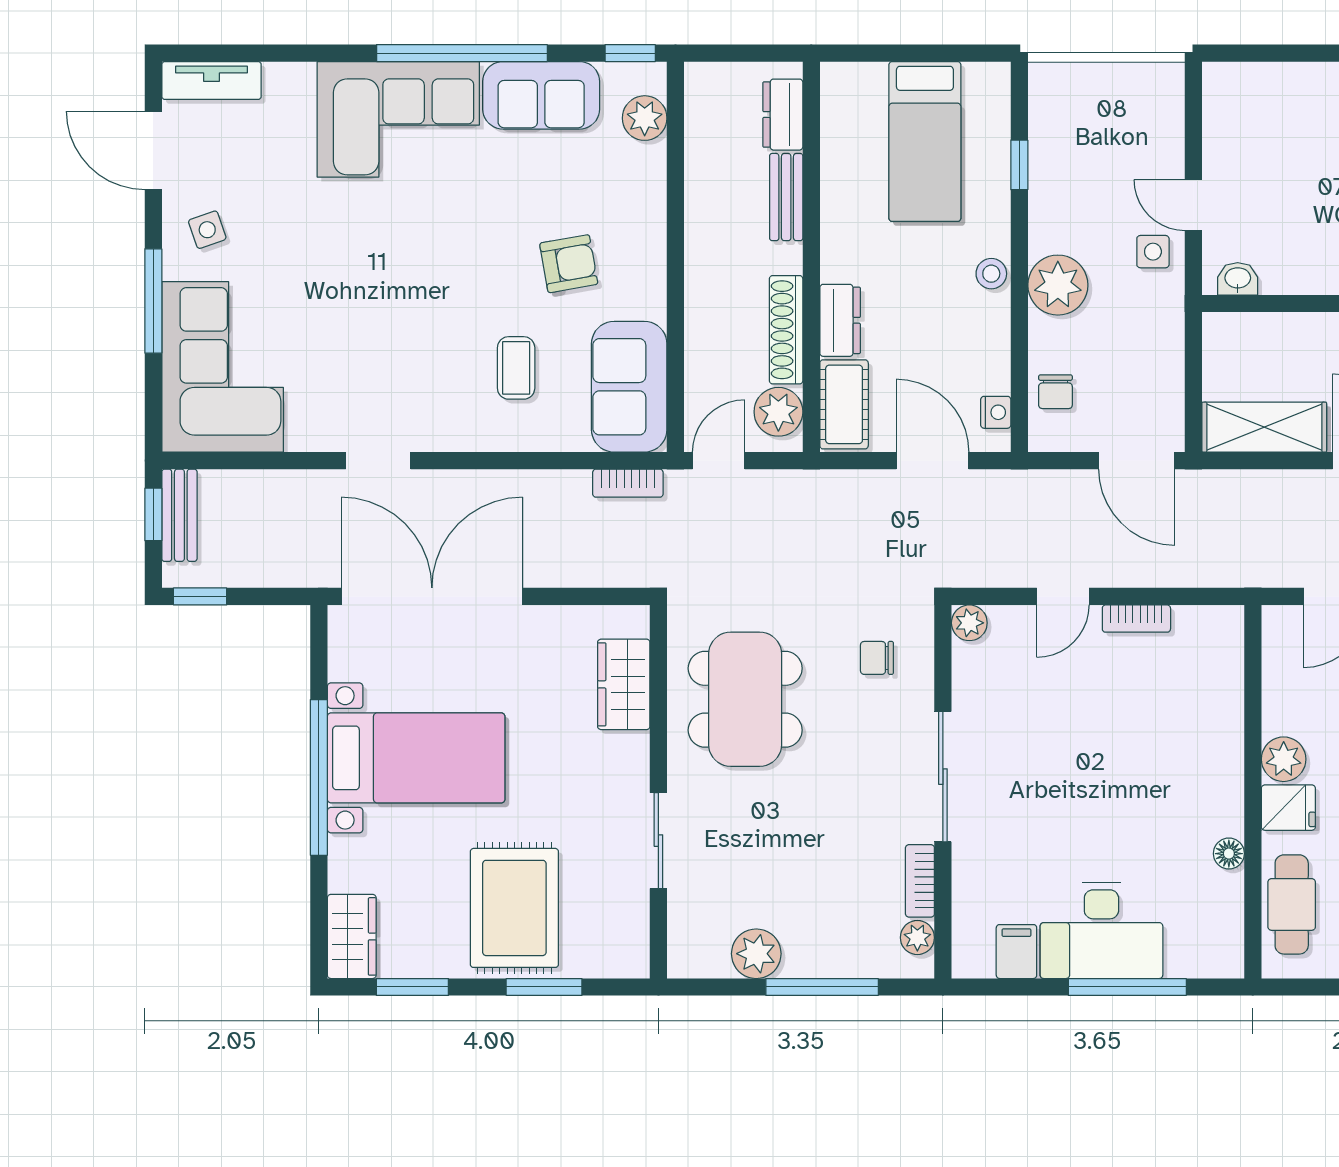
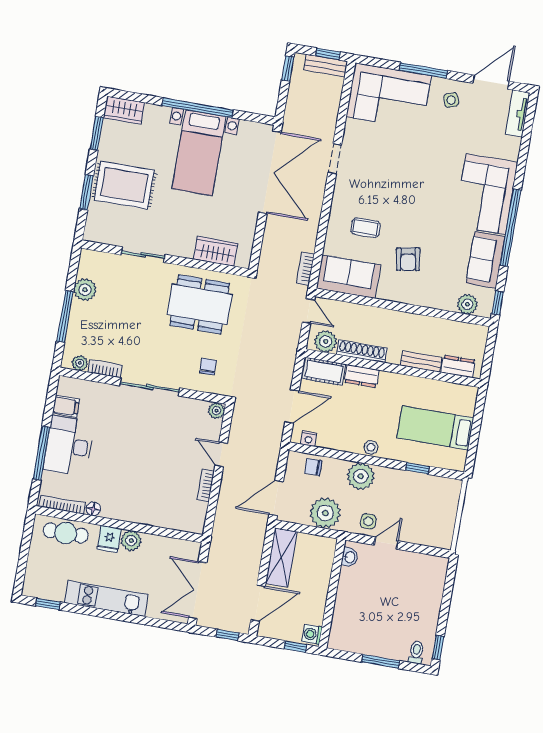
plant: (1151, 348) -> (325, 513), added
bookcase: (1232, 922) -> (62, 505), added

